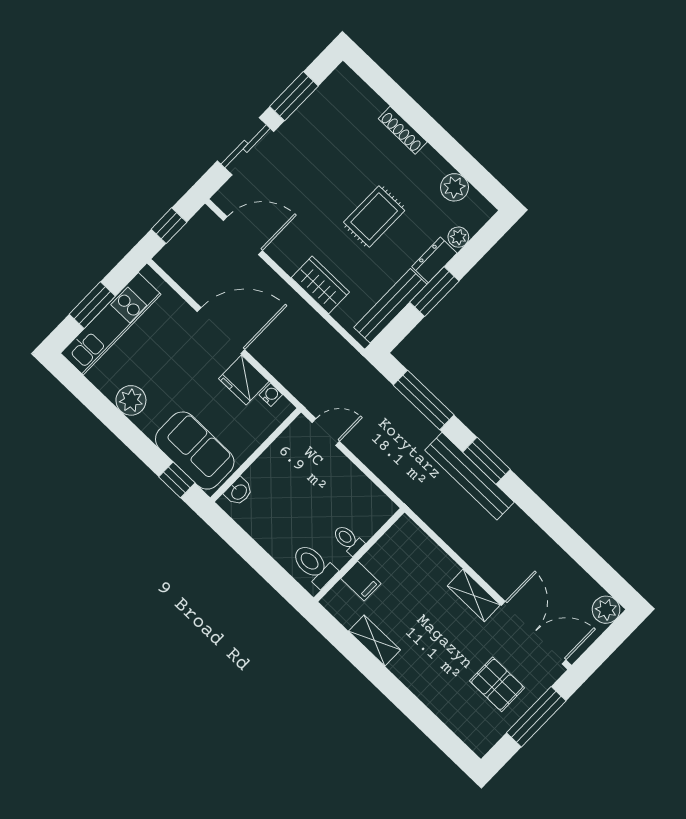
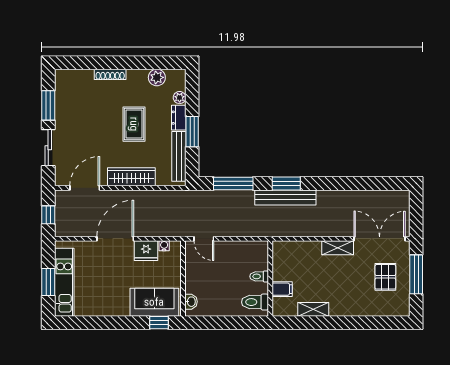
wardrobe: (320, 285) -> (131, 177), width x1.50
plant: (131, 400) -> (105, 307), removed
door: (326, 432) -> (204, 239), swing flipped
plant: (606, 610) -> (401, 198), removed
pallet: (497, 684) -> (385, 277), turned 90

